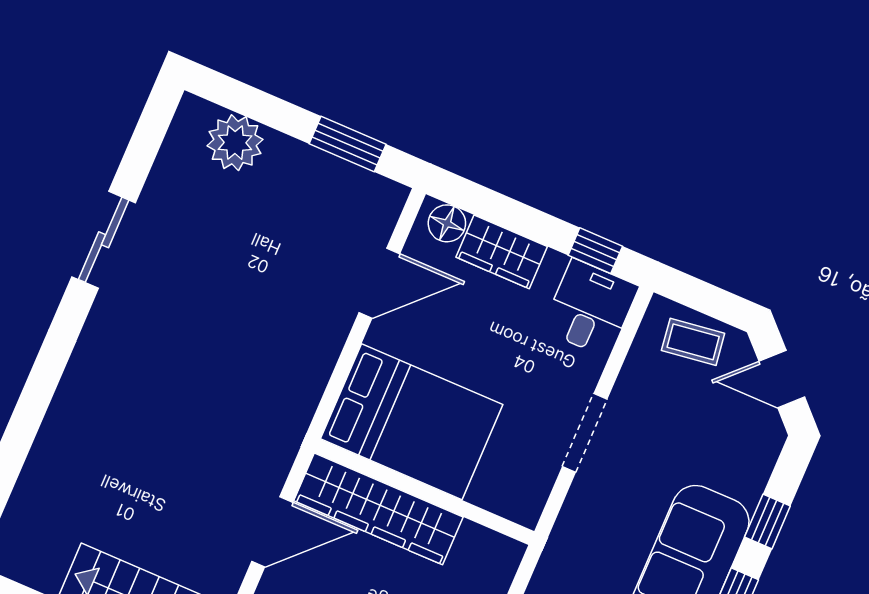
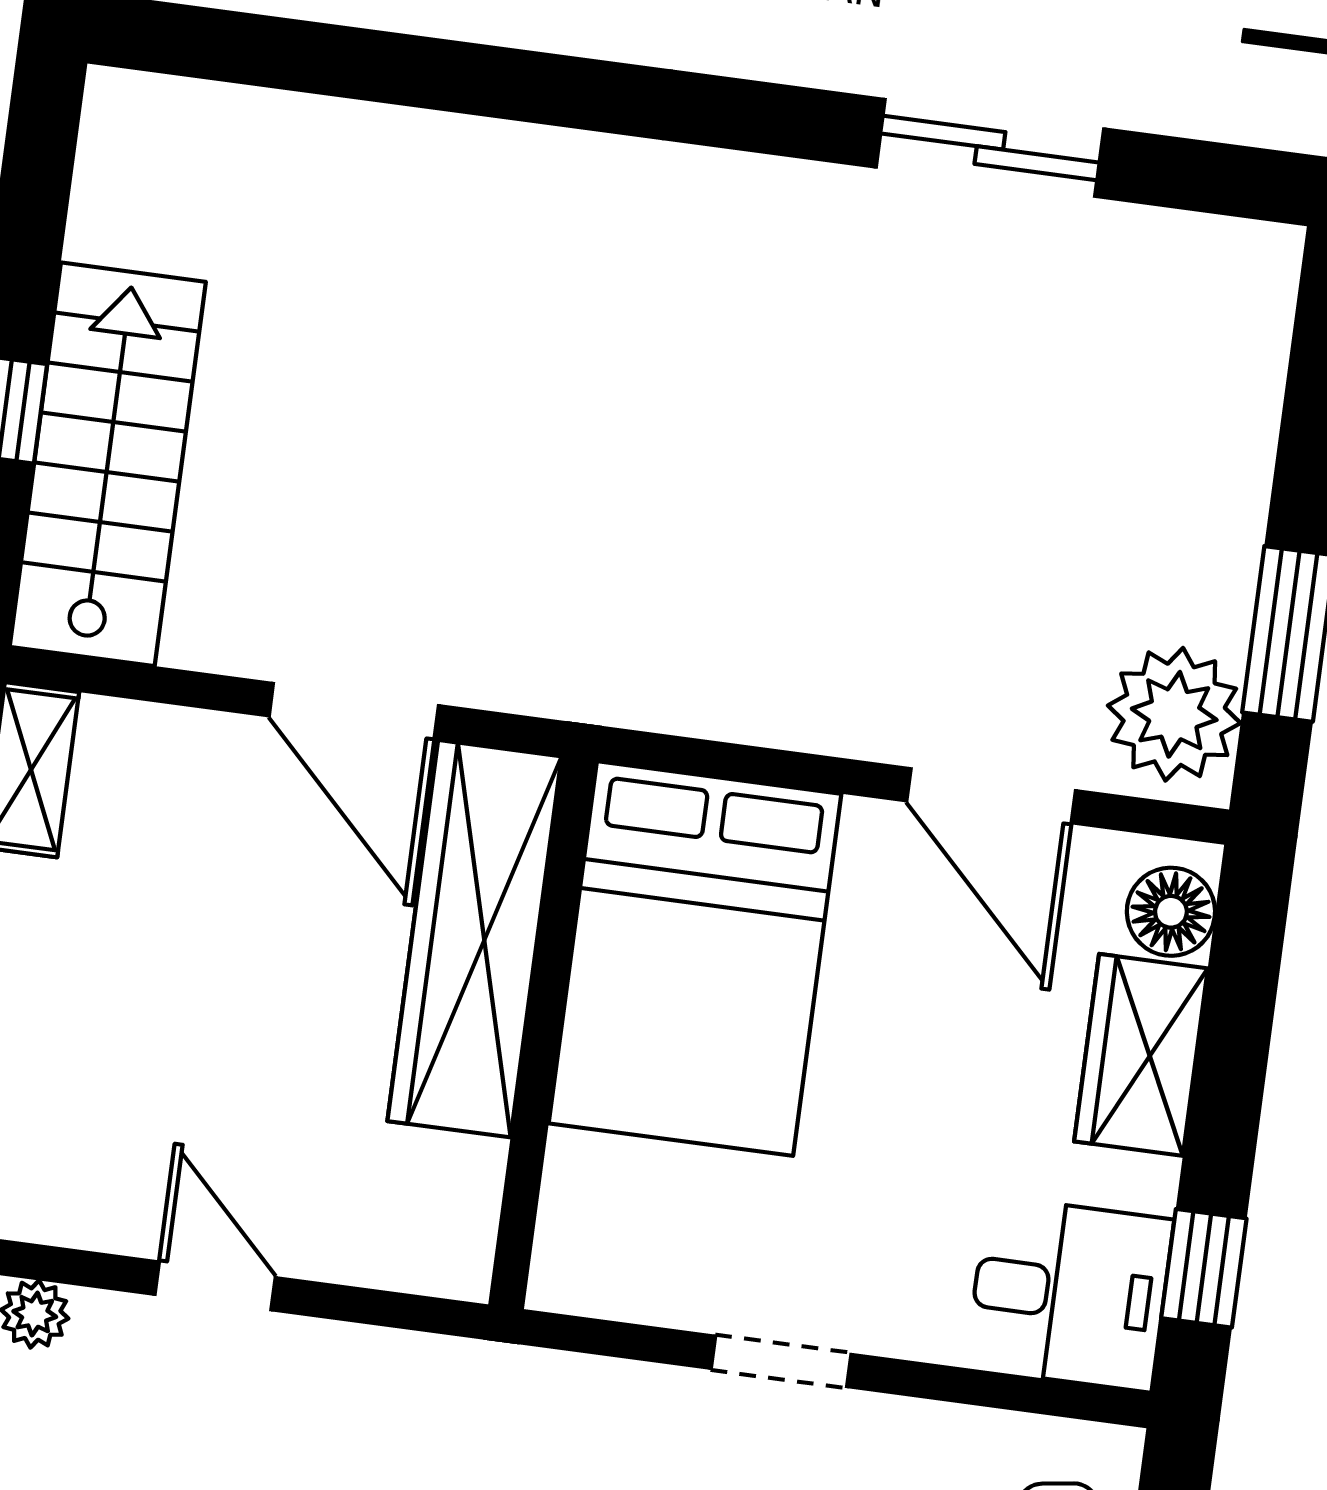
plant: (235, 143) -> (1174, 714), moved
sliding door: (104, 240) -> (990, 148), moved
doorway: (585, 433) -> (781, 1361), width x0.73

